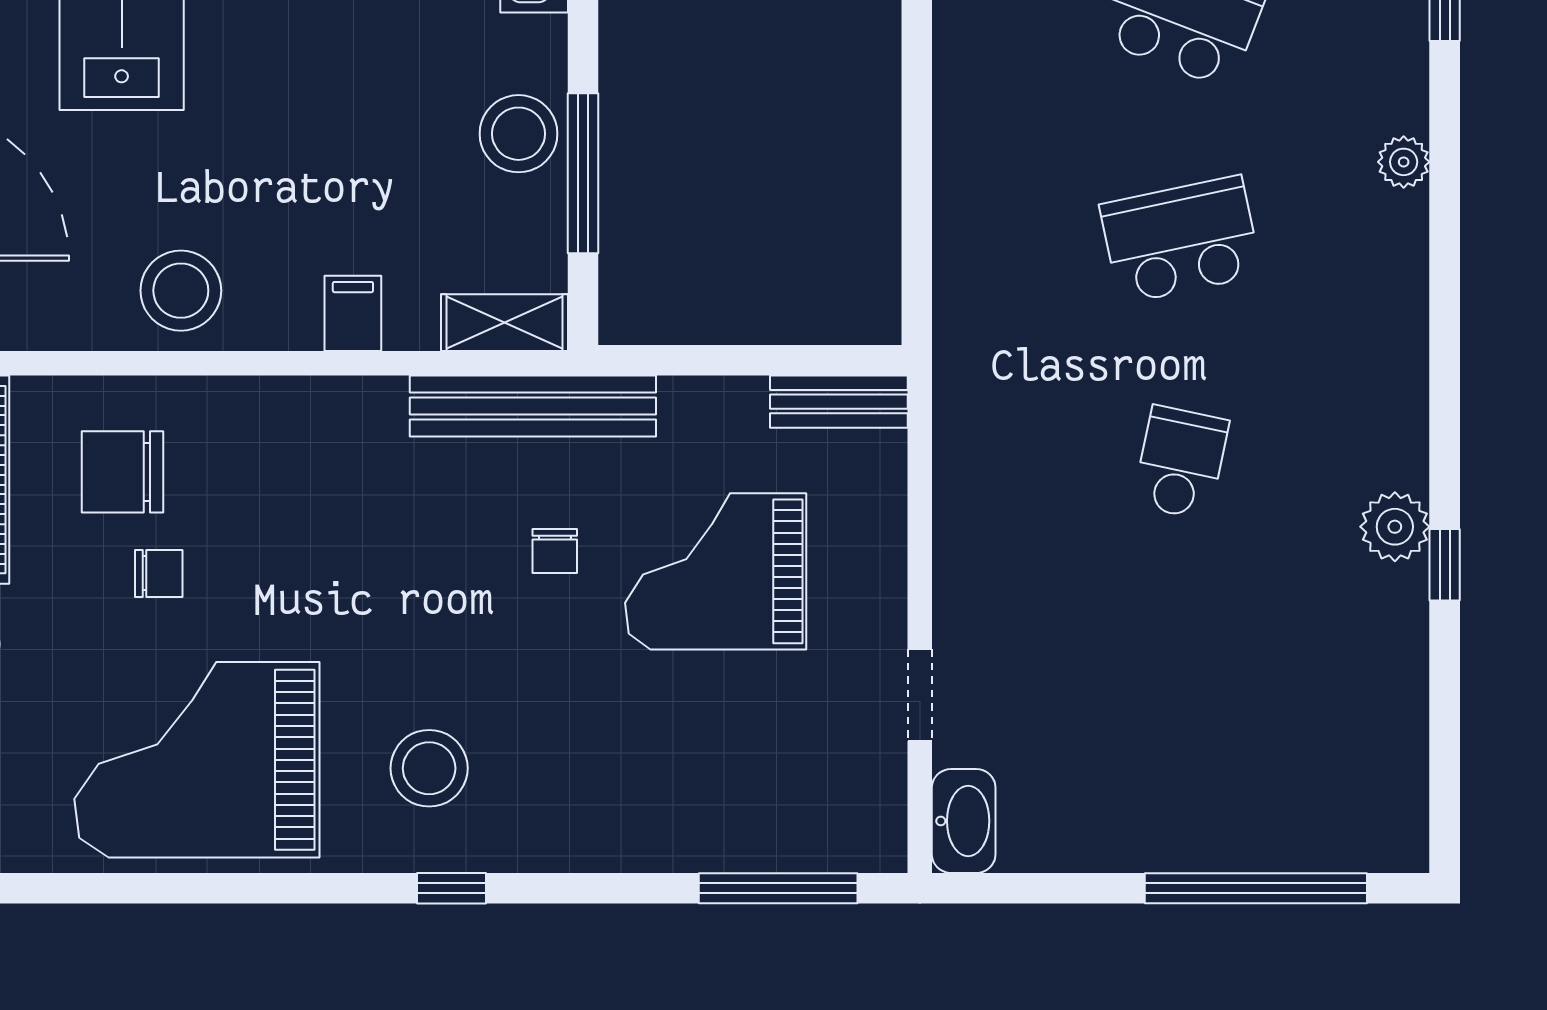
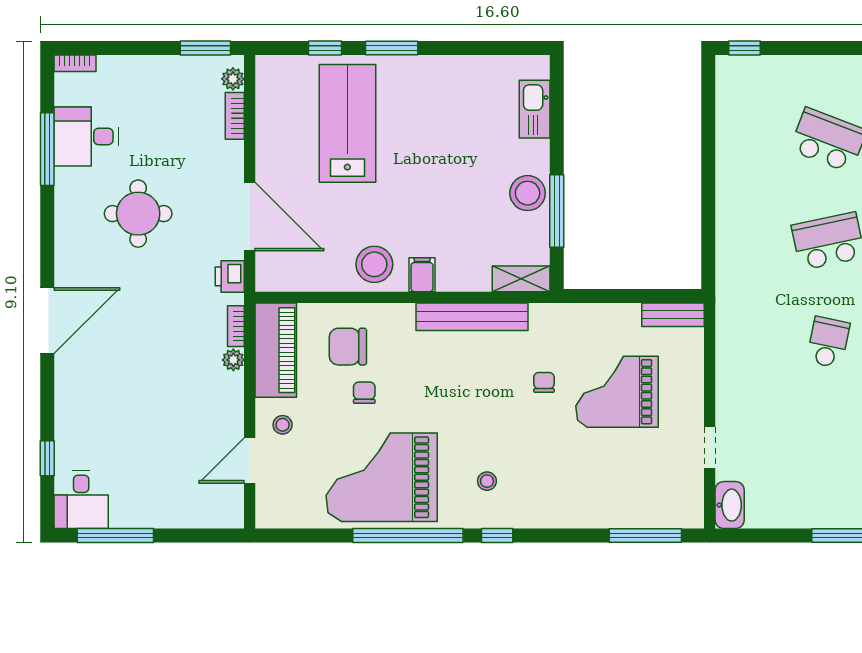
filing cabinet: (353, 313) -> (422, 275), moved
bench: (533, 406) -> (472, 317), moved
chair: (555, 551) -> (544, 382), turned 180
chair: (159, 573) -> (364, 393), turned -90
stool: (429, 768) -> (487, 481), width x0.53, depth x0.53
window: (255, 888) -> (408, 536), added

